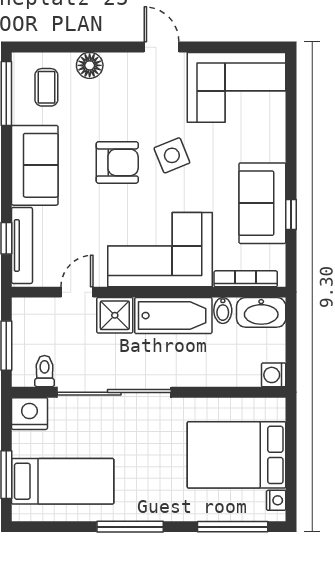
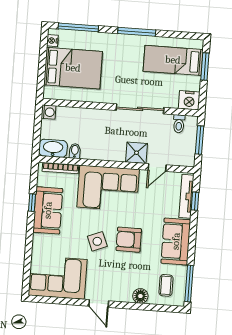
bathtub: (173, 316) -> (103, 150), removed
sliding door: (114, 392) -> (140, 109), width x0.73

